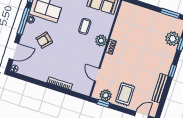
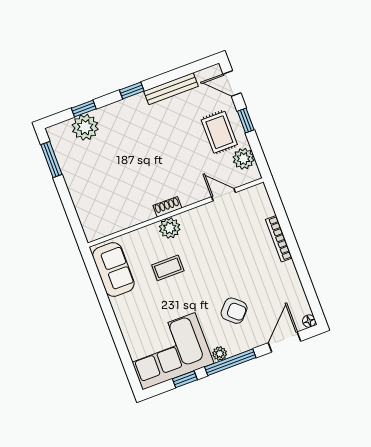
door: (14, 51) -> (285, 342), hinge flipped
door: (97, 75) -> (224, 195), swing flipped
rug: (125, 94) -> (219, 132), turned 90
window: (103, 103) -> (246, 121), moved

